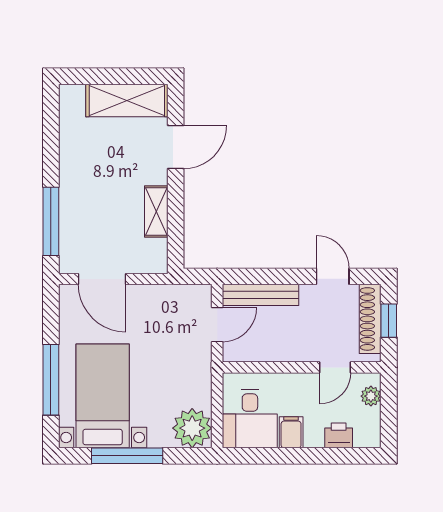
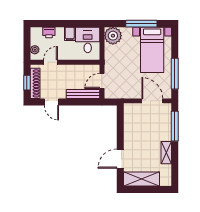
shelving: (156, 211) -> (166, 153), moved
window: (51, 380) -> (175, 74), moved

